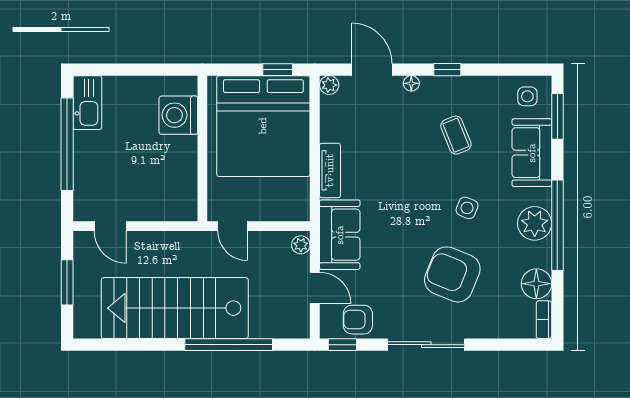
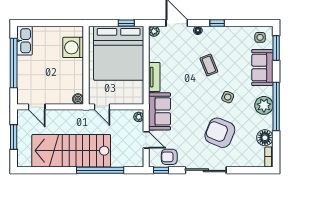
coffee table: (456, 135) -> (209, 65), moved
boiler: (188, 211) -> (78, 99), added

